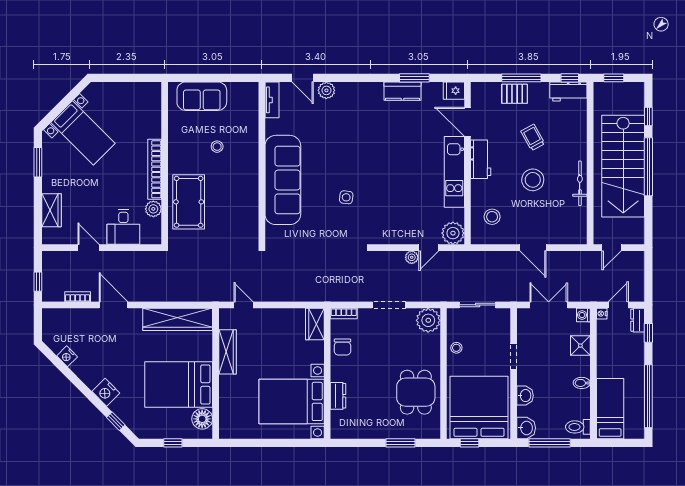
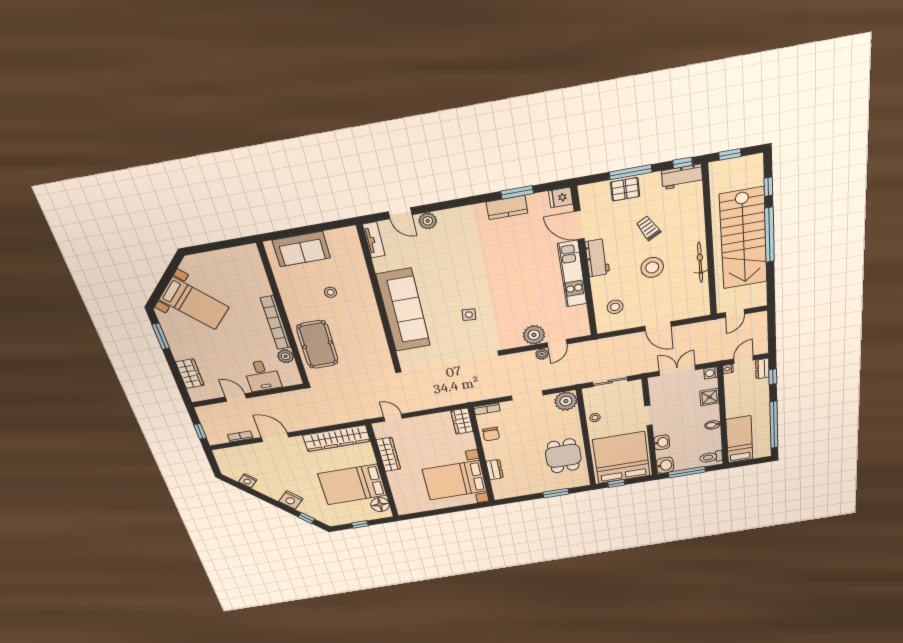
plant: (453, 233) -> (534, 335), moved

